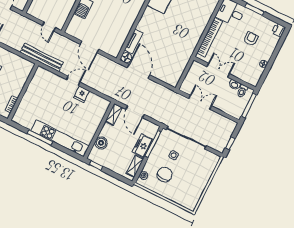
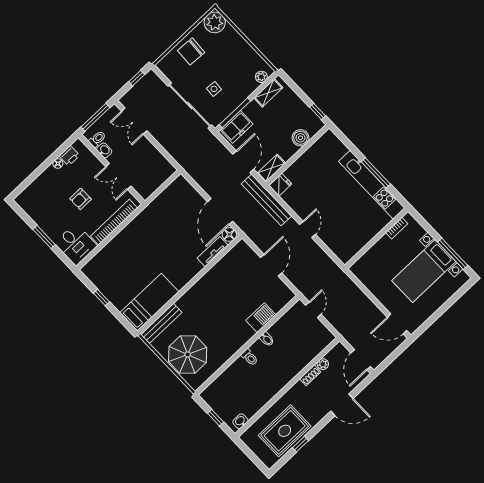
printer: (279, 30) -> (69, 156), moved
armchair: (251, 39) -> (80, 199), moved
bench: (42, 57) -> (266, 200), moved
door: (73, 81) -> (307, 229), swing flipped
fridge: (81, 94) -> (280, 185), moved
double door: (200, 102) -> (134, 121), moved
kitchen unit: (60, 138) -> (372, 185), moved
freezer: (143, 146) -> (236, 127), moved
chair: (165, 175) -> (191, 51), moved
plant: (190, 202) -> (215, 22), added

